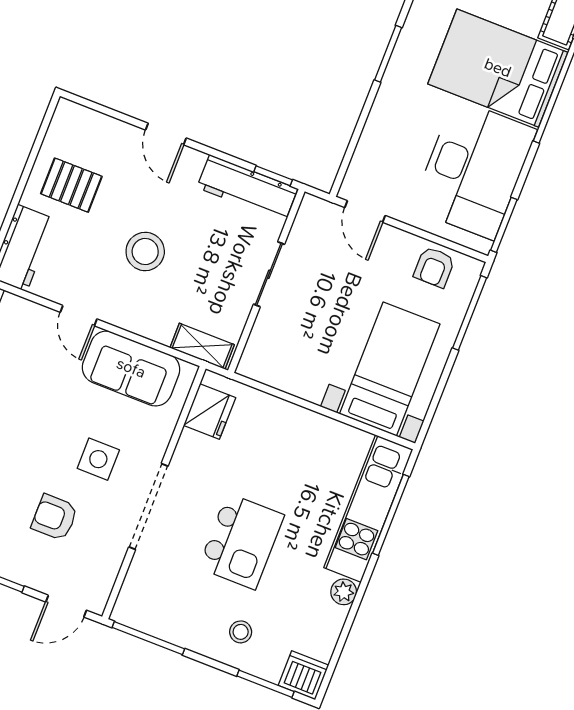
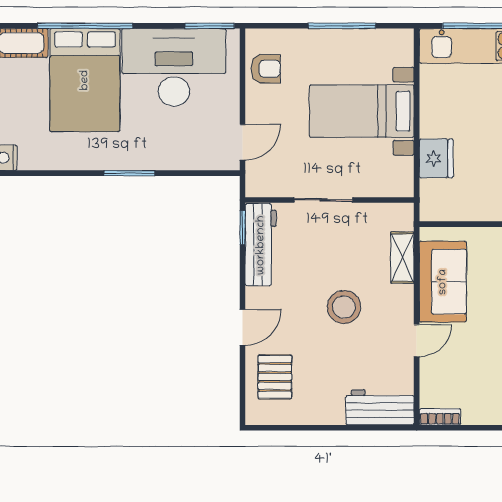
window: (388, 54) -> (129, 173), moved
pallet: (71, 185) -> (275, 377), moved
window: (470, 313) -> (342, 26), moved
shelving: (202, 346) -> (402, 258), moved
bed with nightstands: (390, 369) -> (362, 111), moved
fridge: (210, 412) -> (436, 158), moved, turned 90

